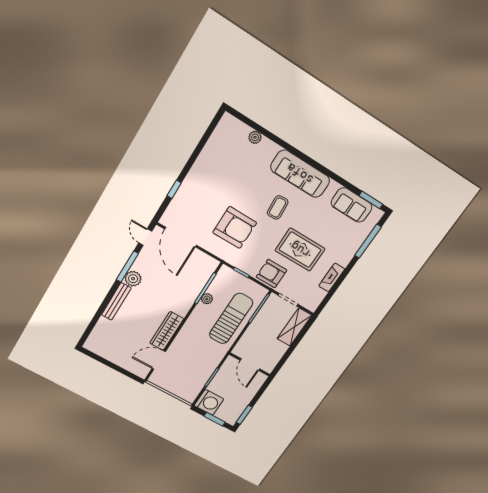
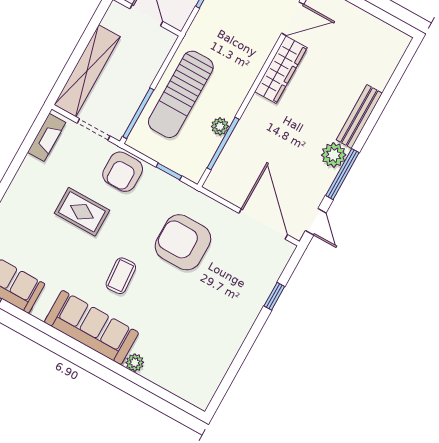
plant: (255, 137) -> (135, 363), moved
rug: (300, 250) -> (82, 212), width x0.73, depth x0.70
armchair: (271, 274) -> (123, 172), turned 90
fireplace: (332, 277) -> (47, 137), moved
shelving: (294, 327) -> (87, 71), width x1.47

